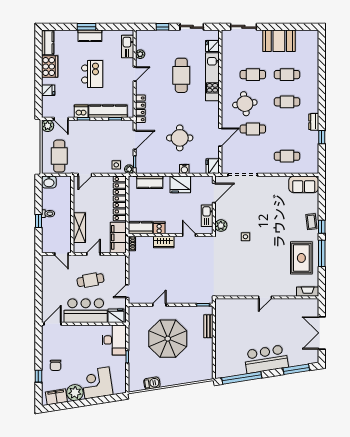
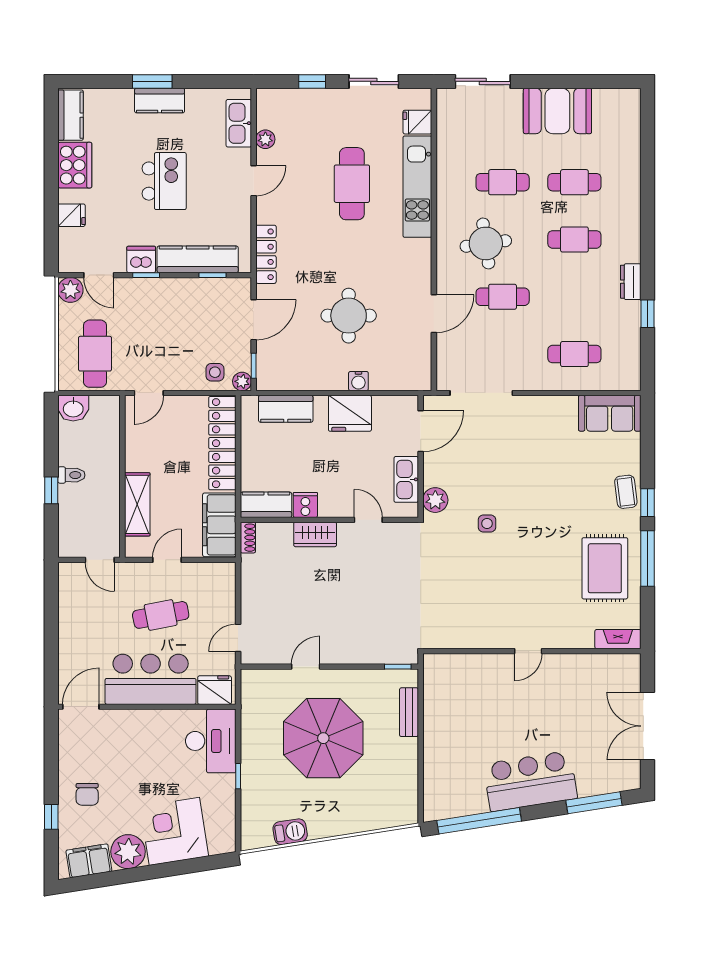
fridge: (213, 166) -> (418, 375), removed

